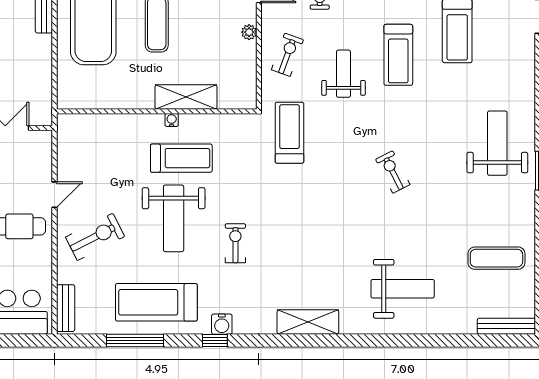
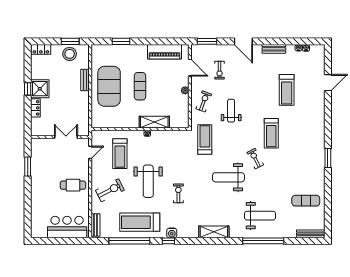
treadmill: (398, 55) -> (271, 133), moved
weight bench: (497, 143) -> (228, 177), moved, turned -90
treadmill: (181, 158) -> (120, 154), moved, turned 90
door: (55, 195) -> (90, 152), moved
window: (135, 341) -> (129, 241), width x1.46
window: (409, 341) -> (263, 241), added

